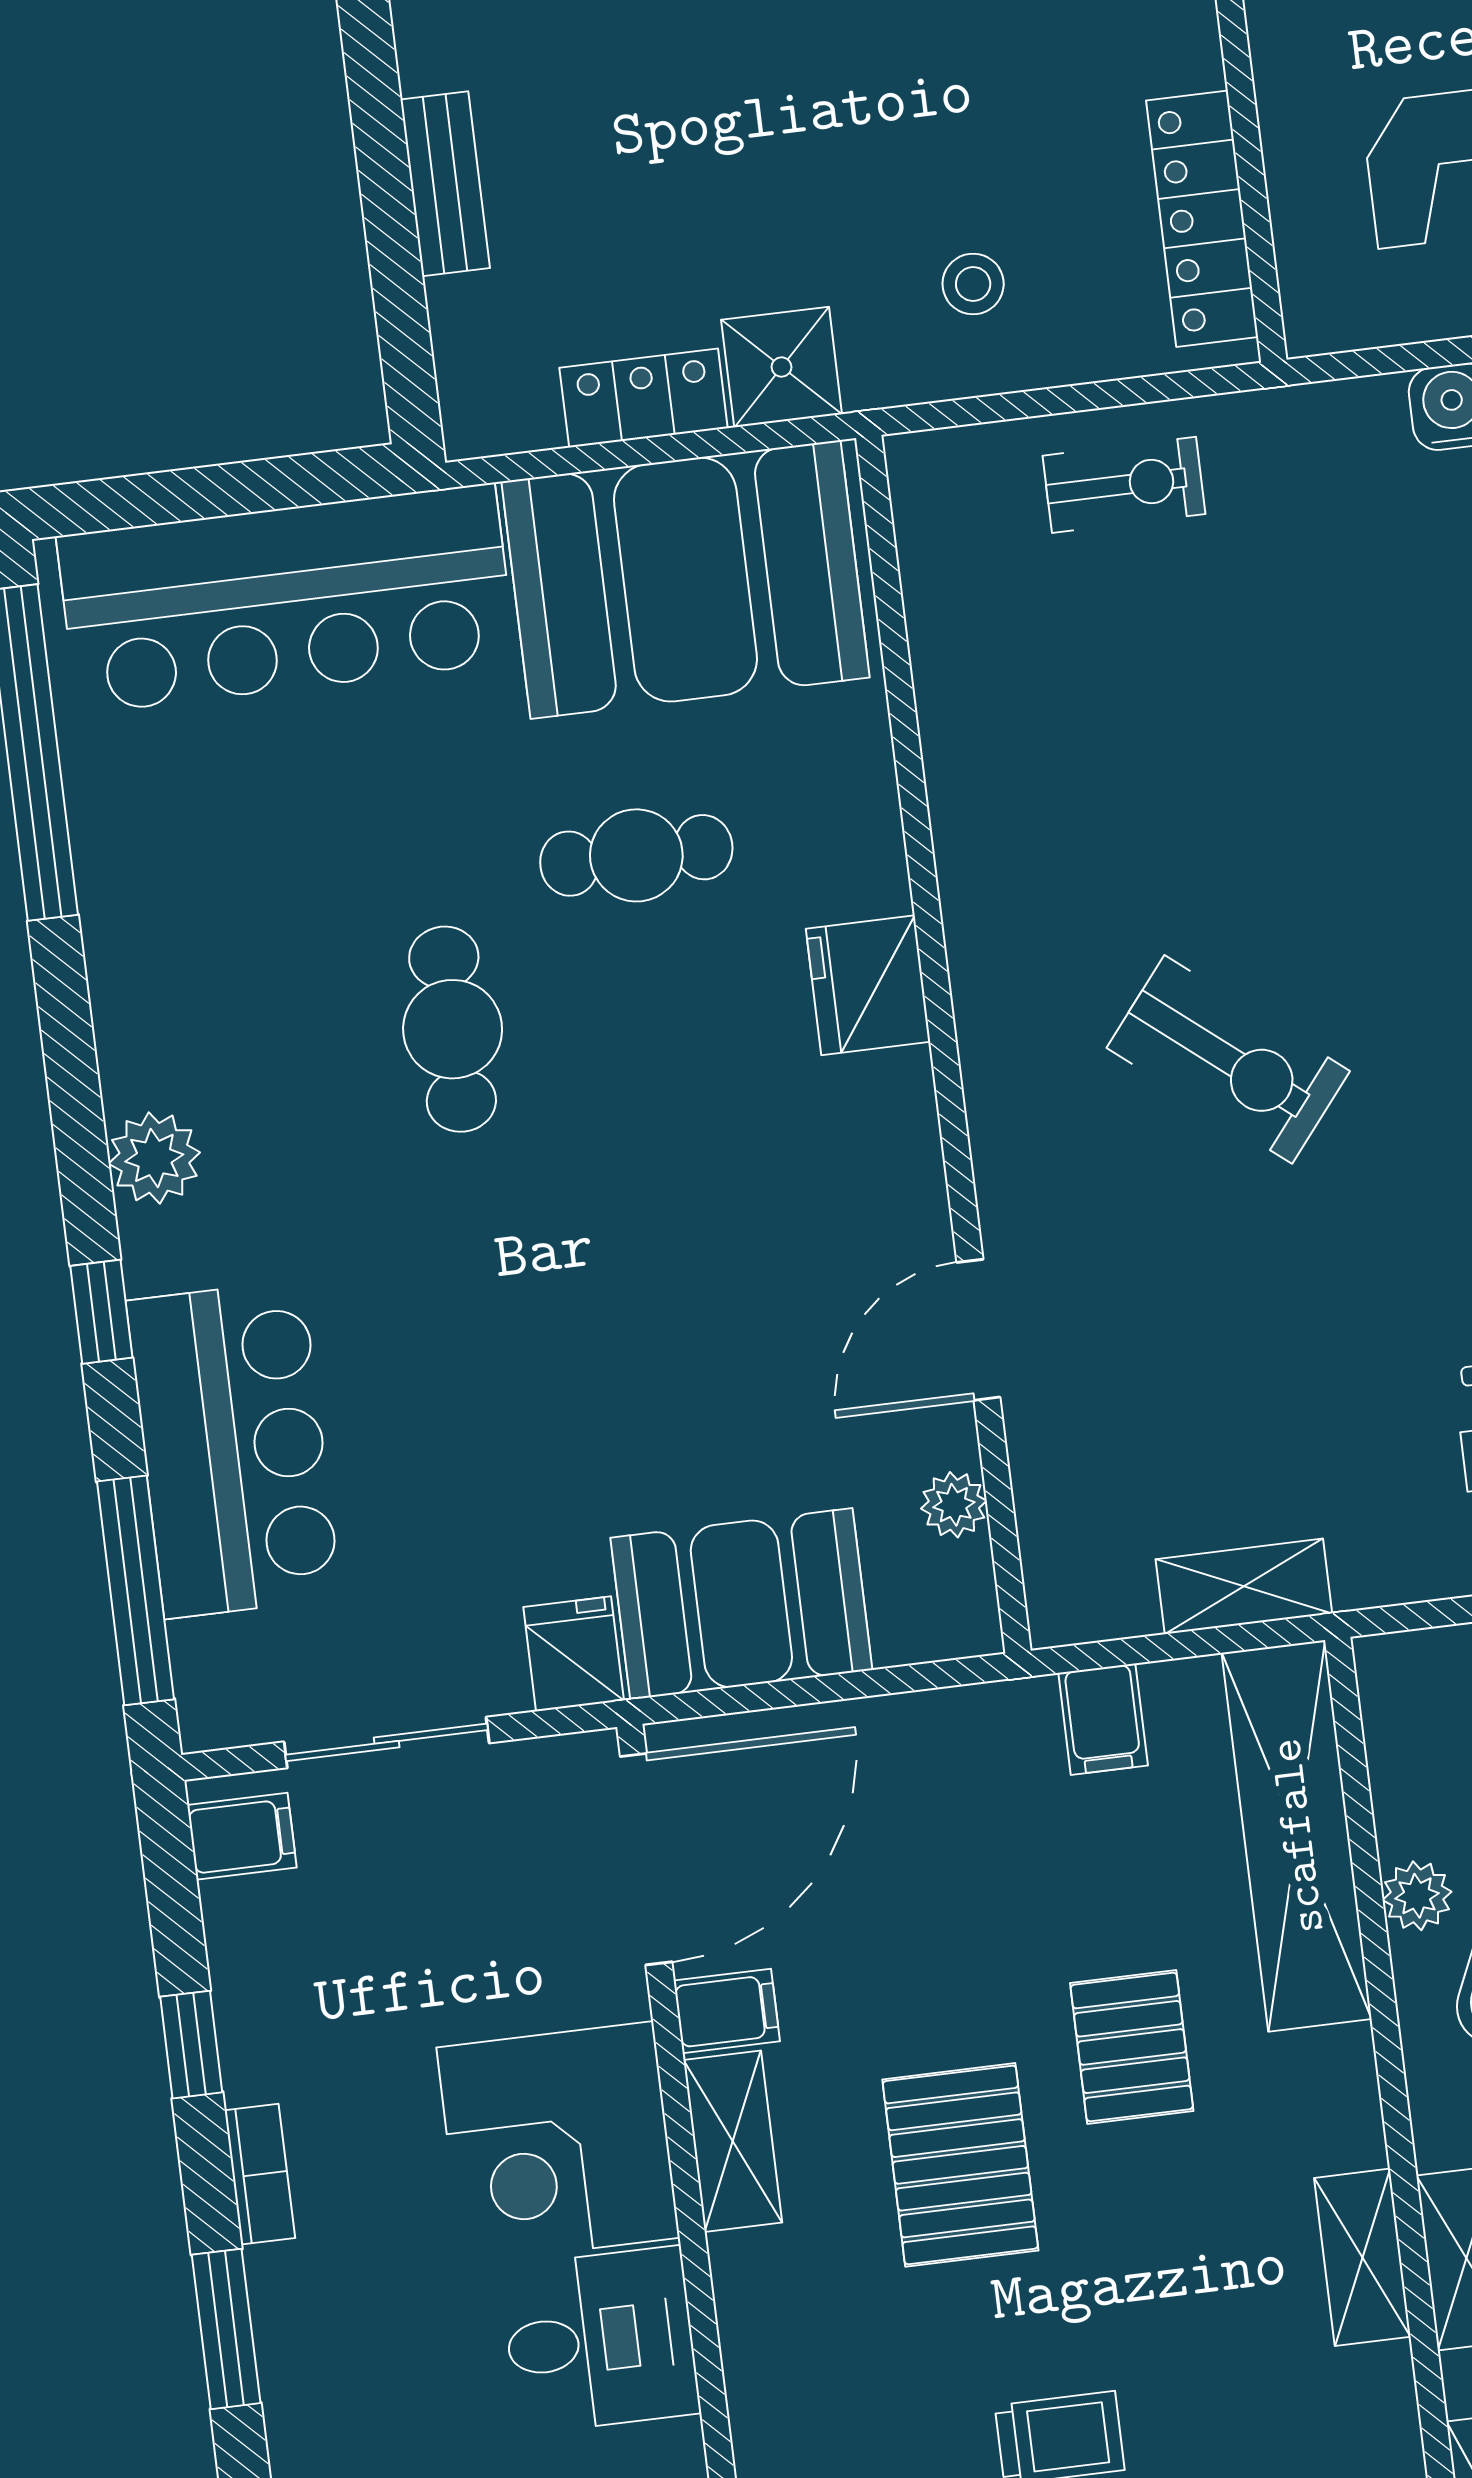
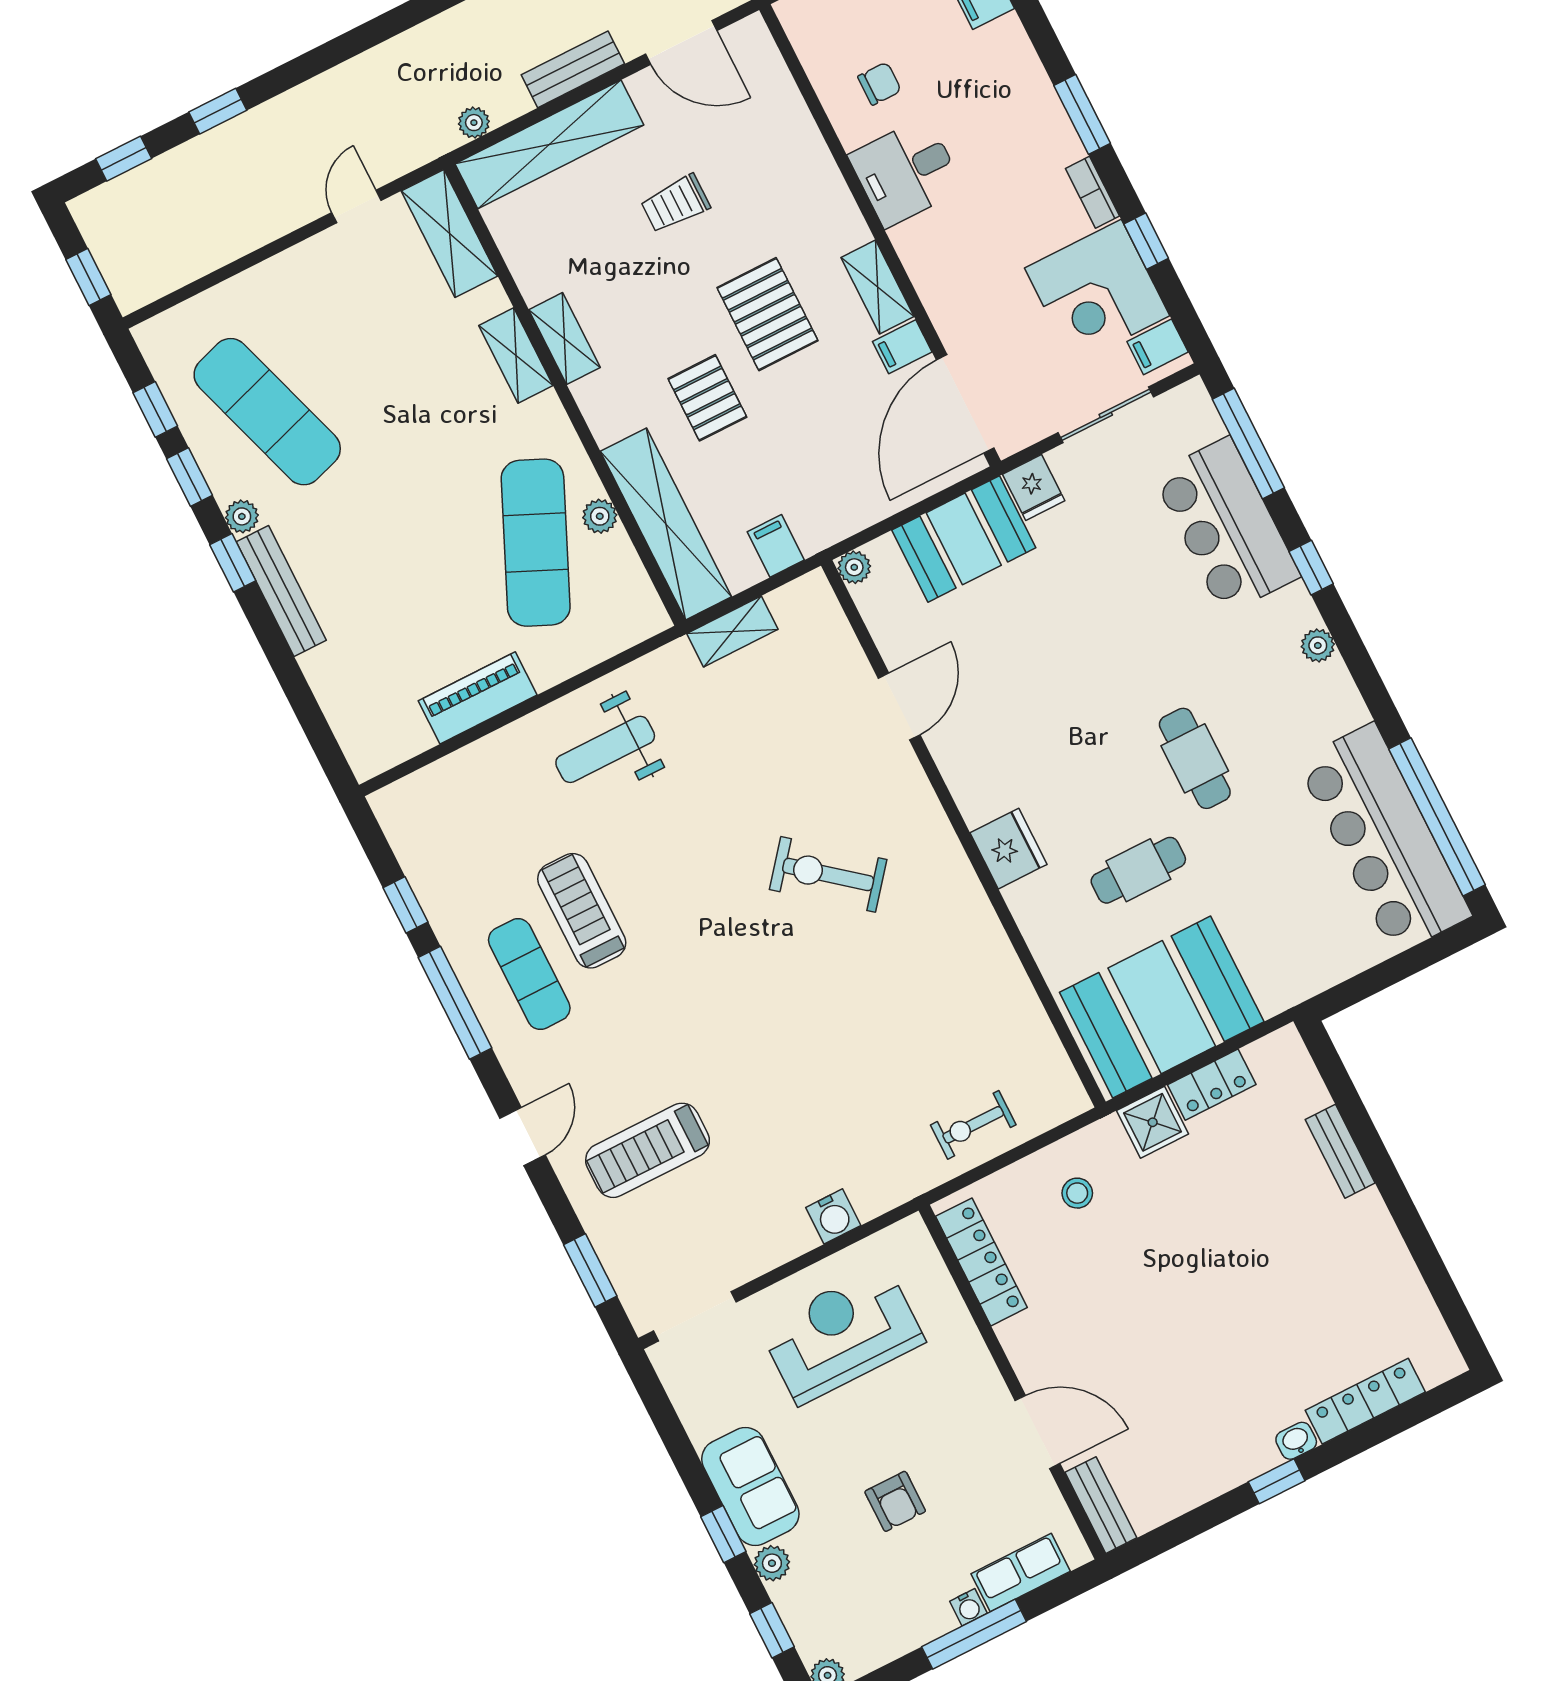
bar counter: (286, 599) -> (1384, 839), moved, turned -90
plant: (154, 1158) -> (1318, 645), width x0.73, depth x0.73
plant: (954, 1505) -> (854, 567), moved
corner desk: (558, 2143) -> (1097, 292), moved, turned 180

